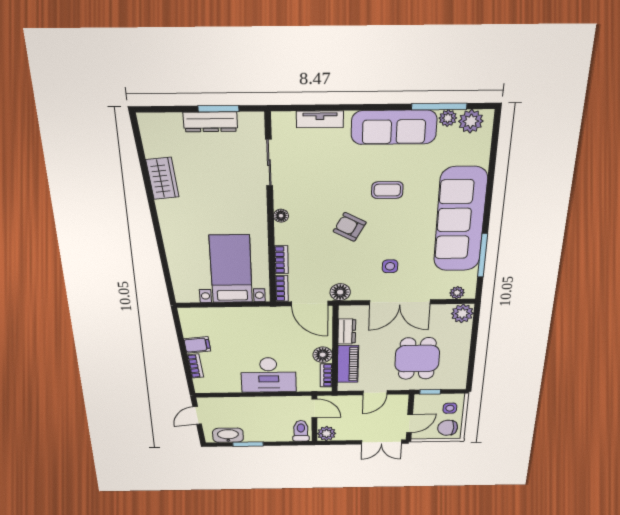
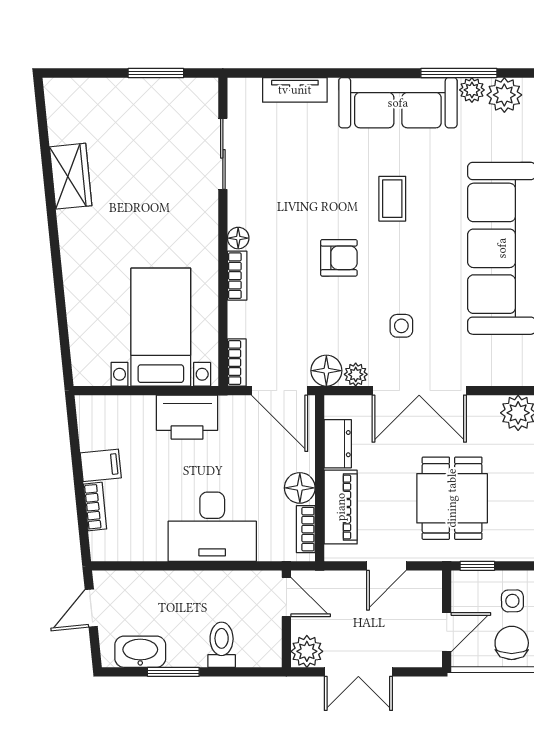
dresser: (210, 122) -> (144, 92), removed
coffee table: (387, 190) -> (392, 199), turned 90
armchair: (350, 227) -> (339, 258), turned 152
bookcase: (281, 260) -> (237, 276), moved
plant: (457, 293) -> (356, 374), moved
printer: (251, 319) -> (187, 417), added
chair: (448, 428) -> (512, 643), turned 90
toilet: (301, 431) -> (222, 645), moved
double door: (382, 442) -> (358, 672), moved

